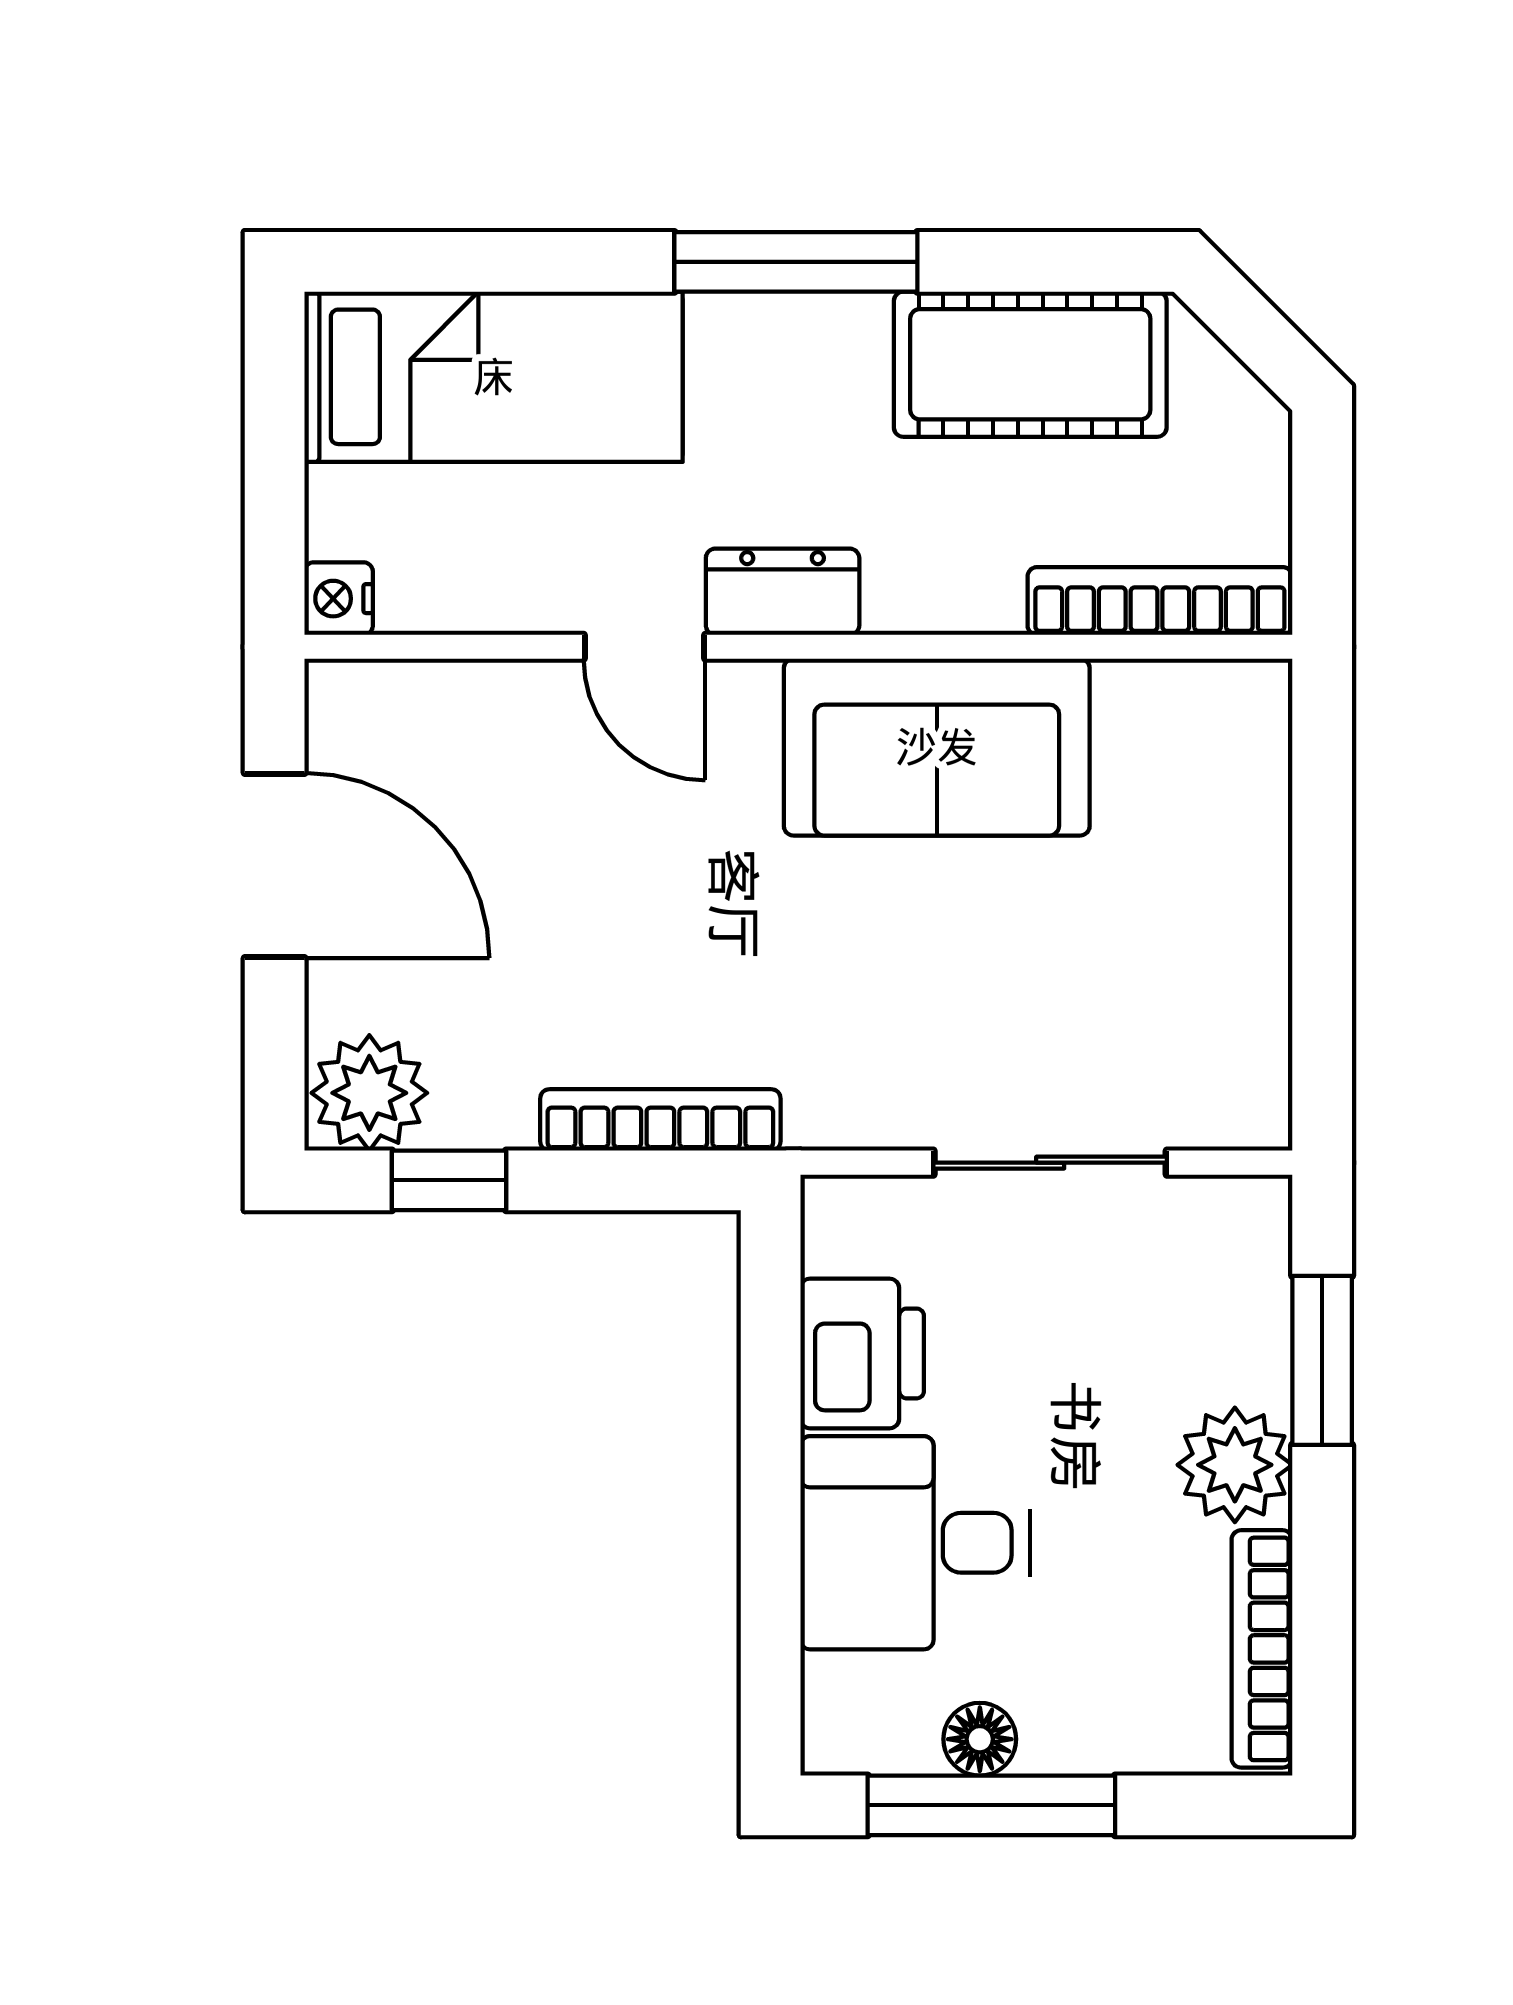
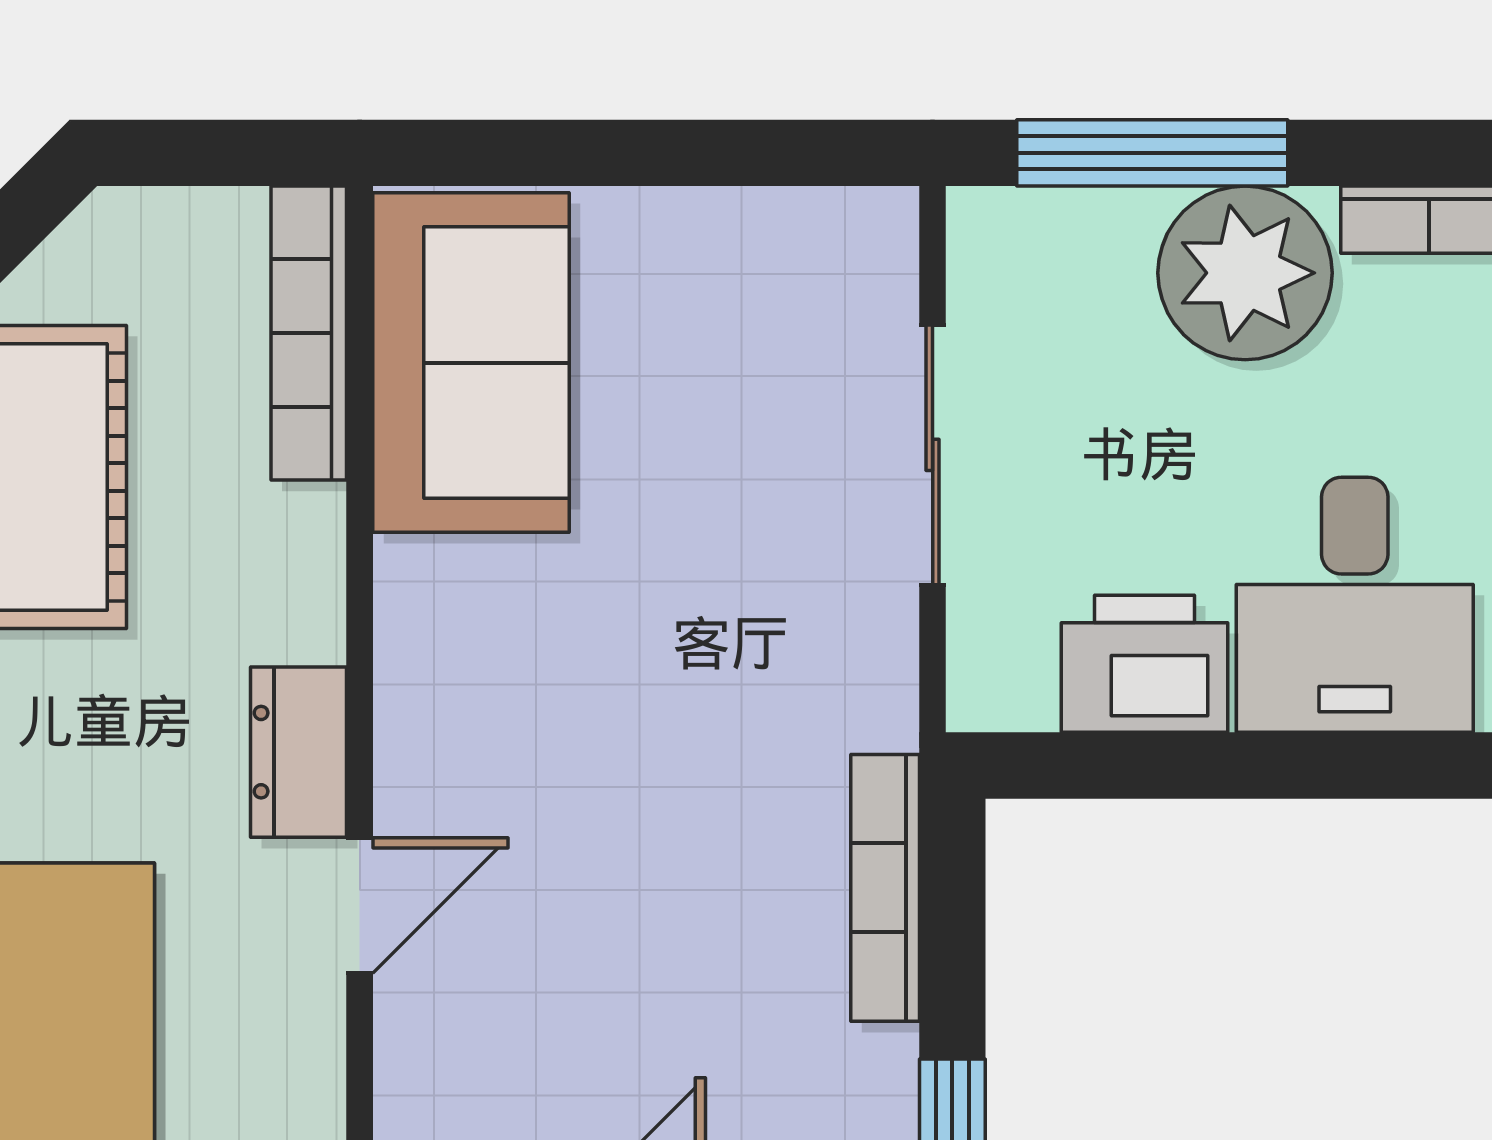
sofa: (937, 747) -> (471, 363), moved
window: (1322, 1360) -> (1152, 153), width x1.44
plant: (1235, 1465) -> (1245, 273), width x1.36, depth x1.36

